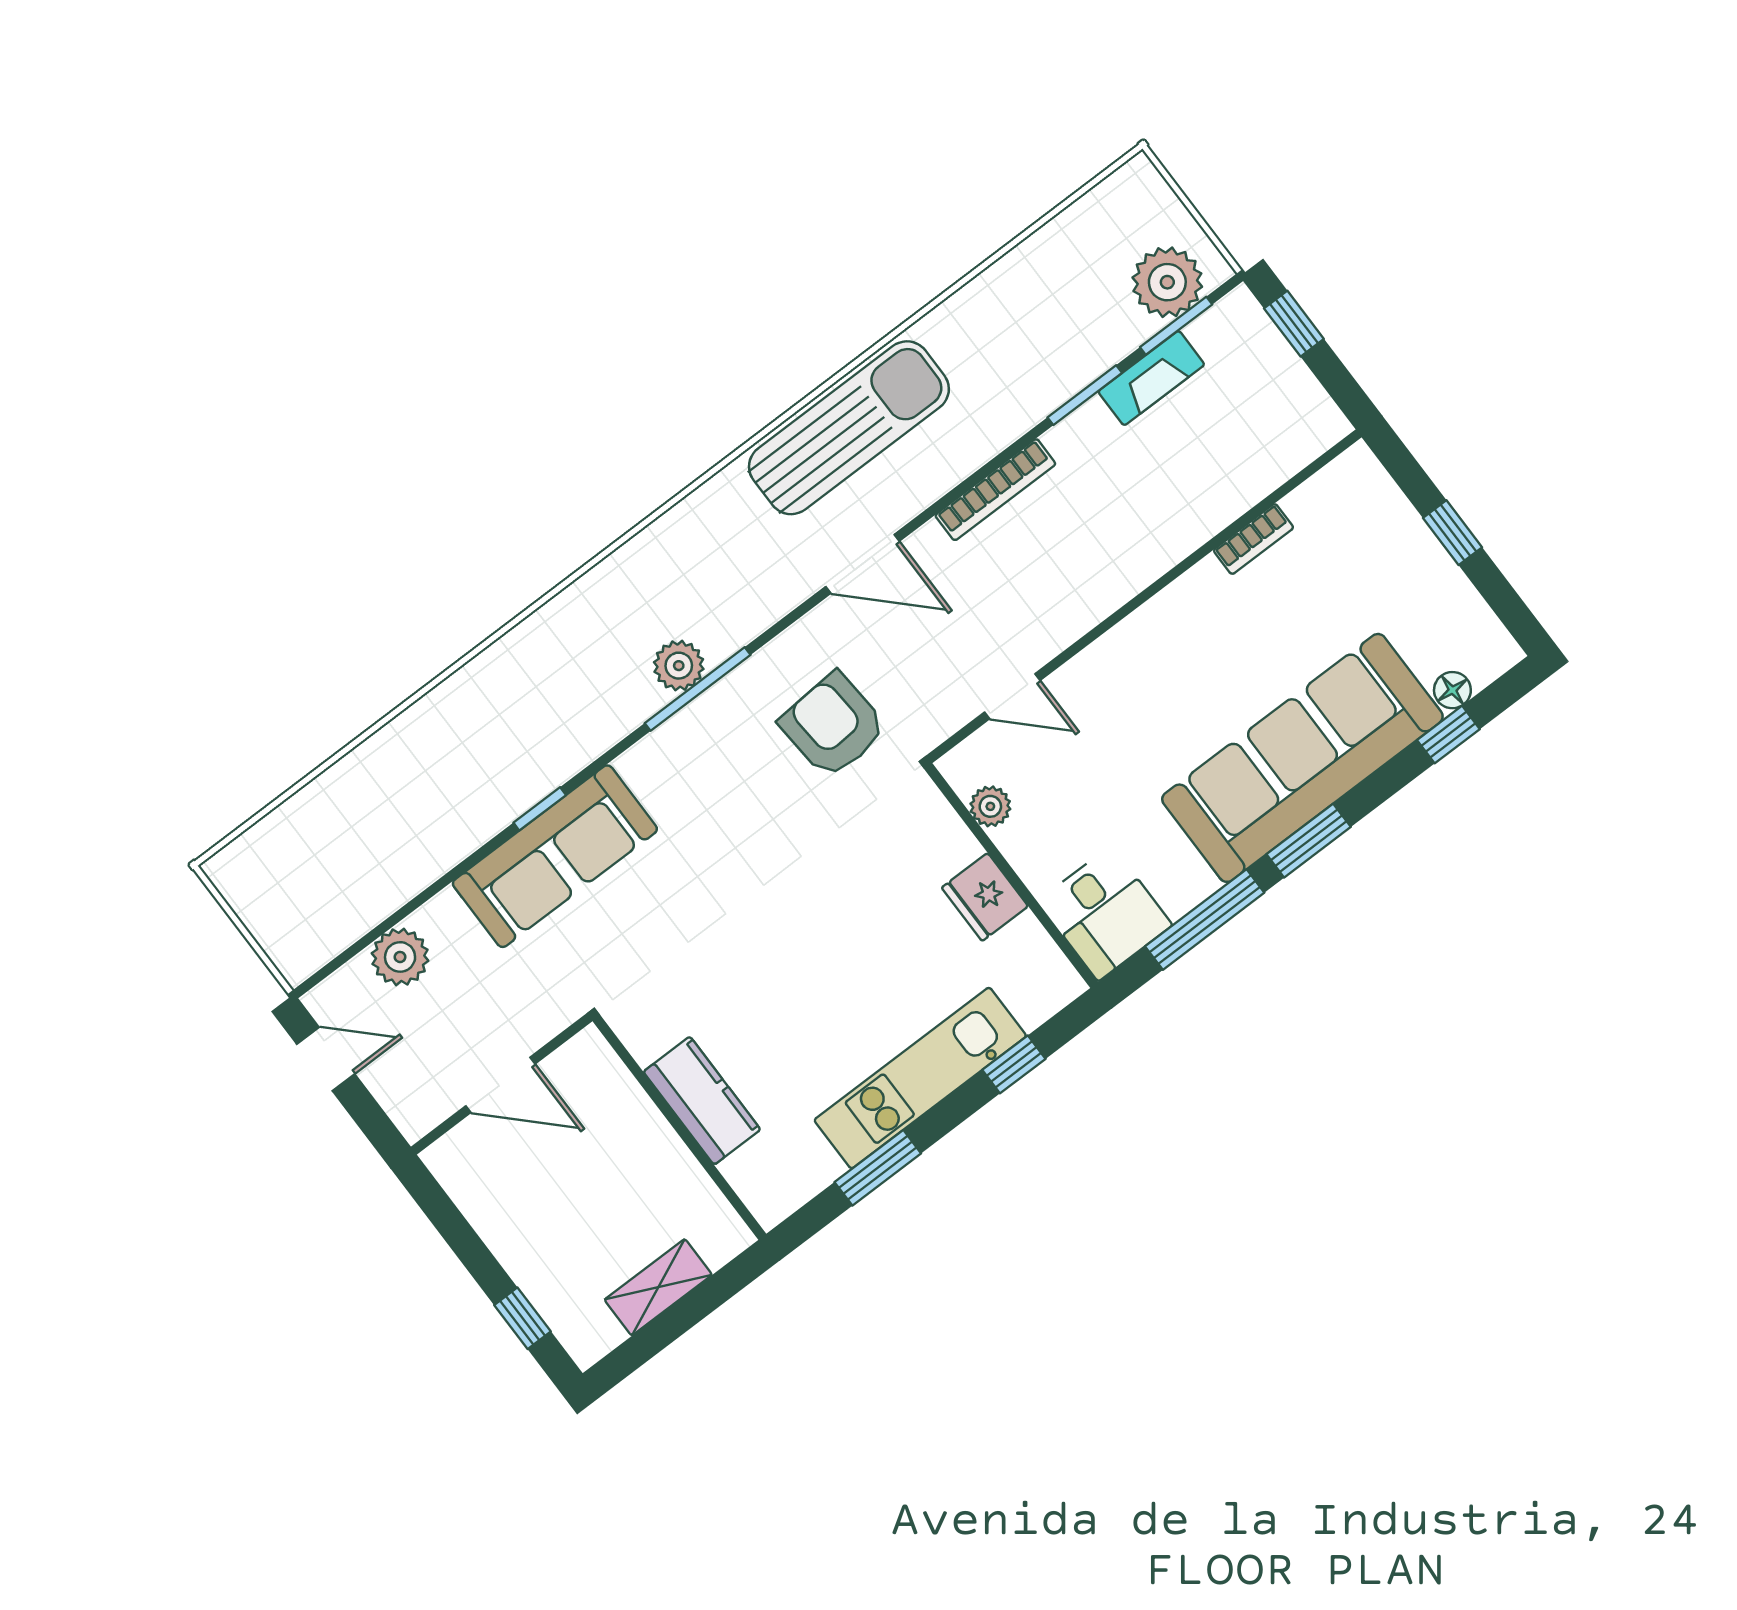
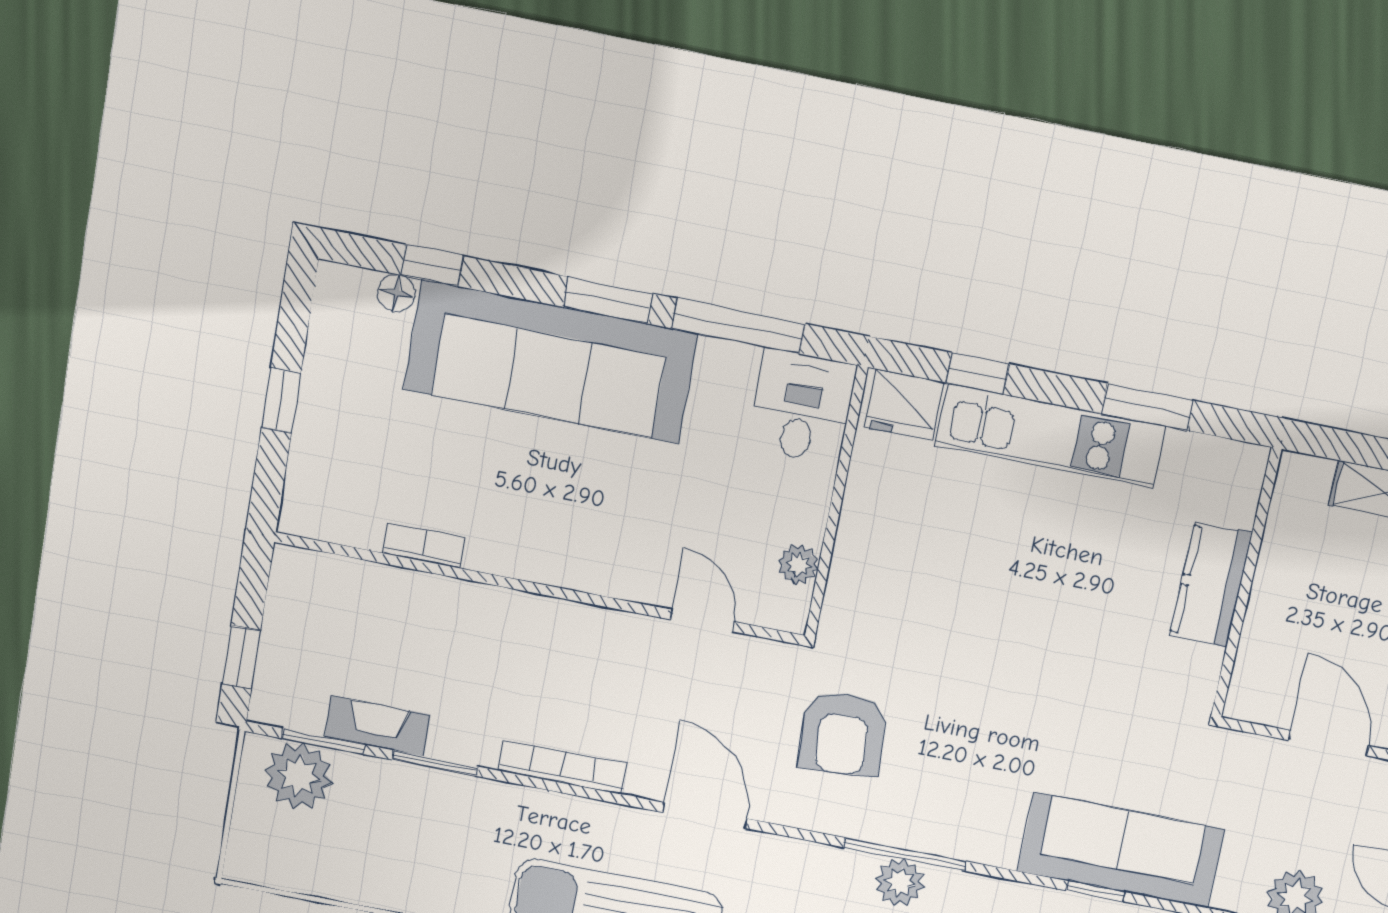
fridge: (985, 897) -> (904, 404), moved, turned 90

